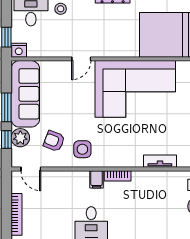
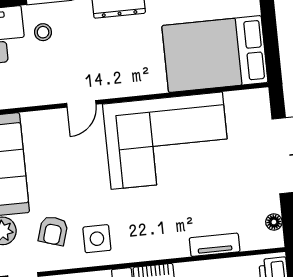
armchair: (54, 141) -> (53, 231), turned -94

